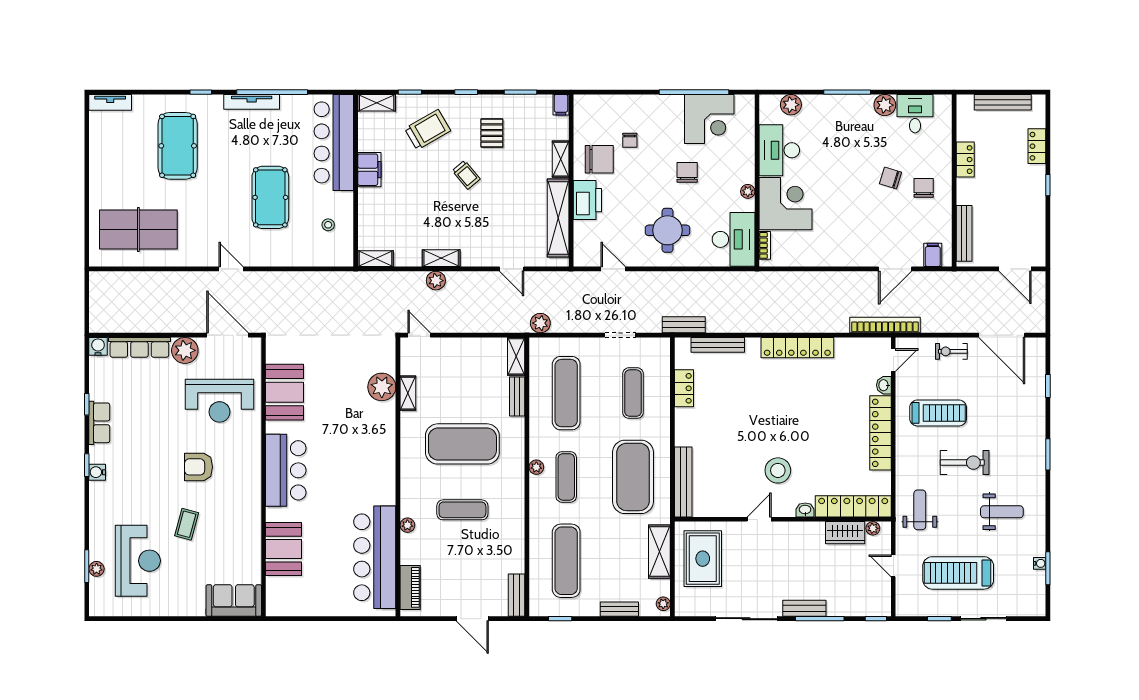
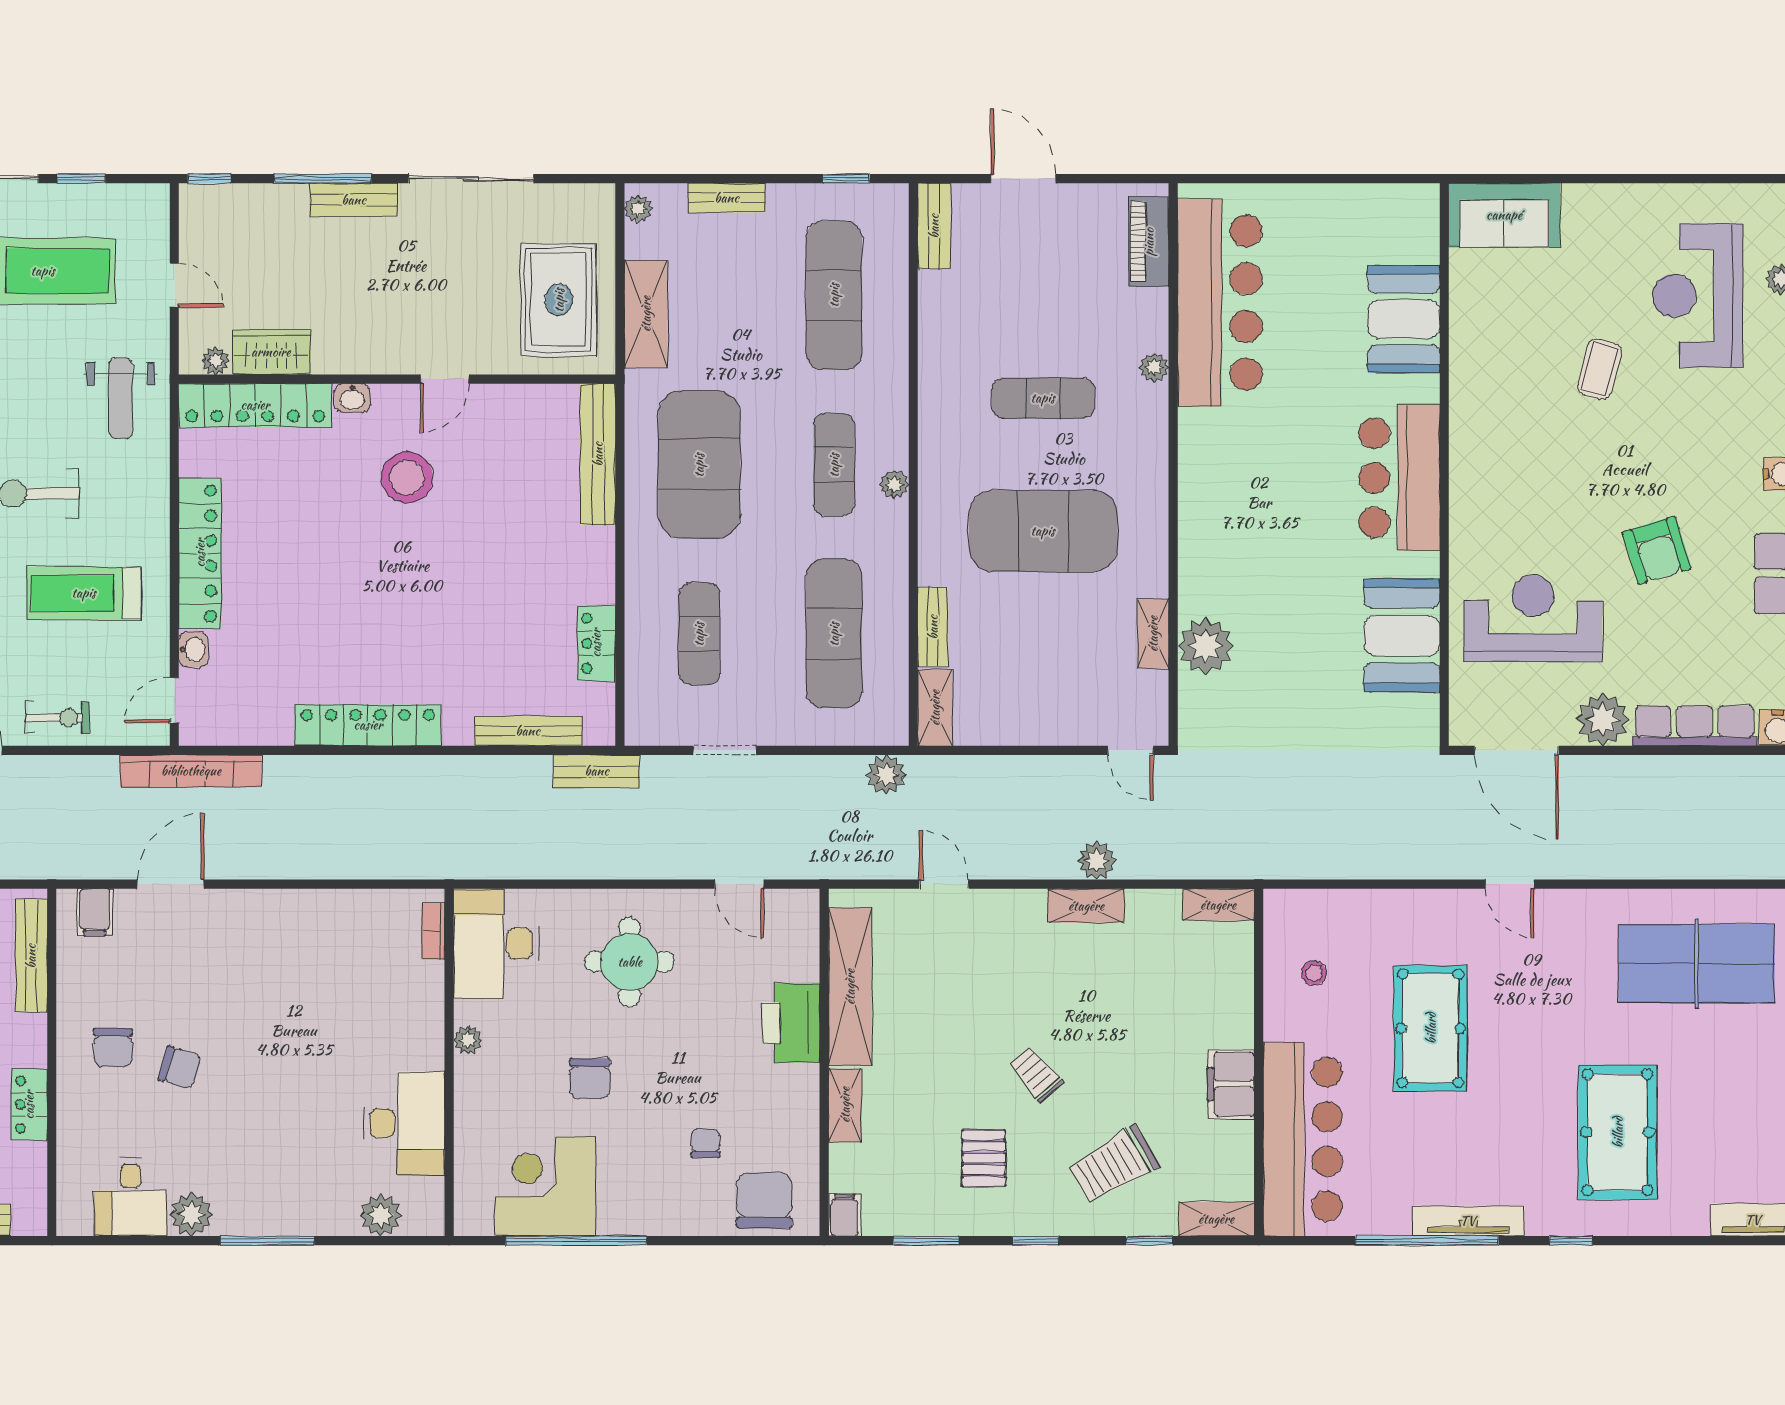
chair: (599, 159) -> (764, 1200), moved, turned 90
corner desk: (786, 204) -> (392, 1016), removed
armchair: (198, 467) -> (1657, 550), moved, turned 73

